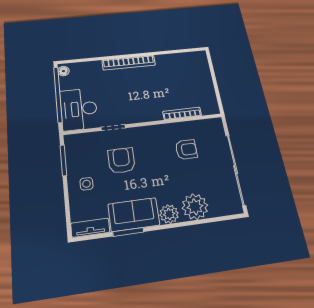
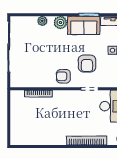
bookcase: (129, 63) -> (87, 141), moved
armchair: (186, 149) -> (63, 76), moved
plant: (195, 207) -> (42, 21), width x0.53, depth x0.53

